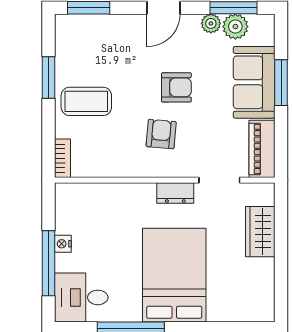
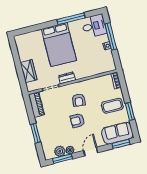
sofa: (254, 82) -> (117, 133), moved, turned -90

